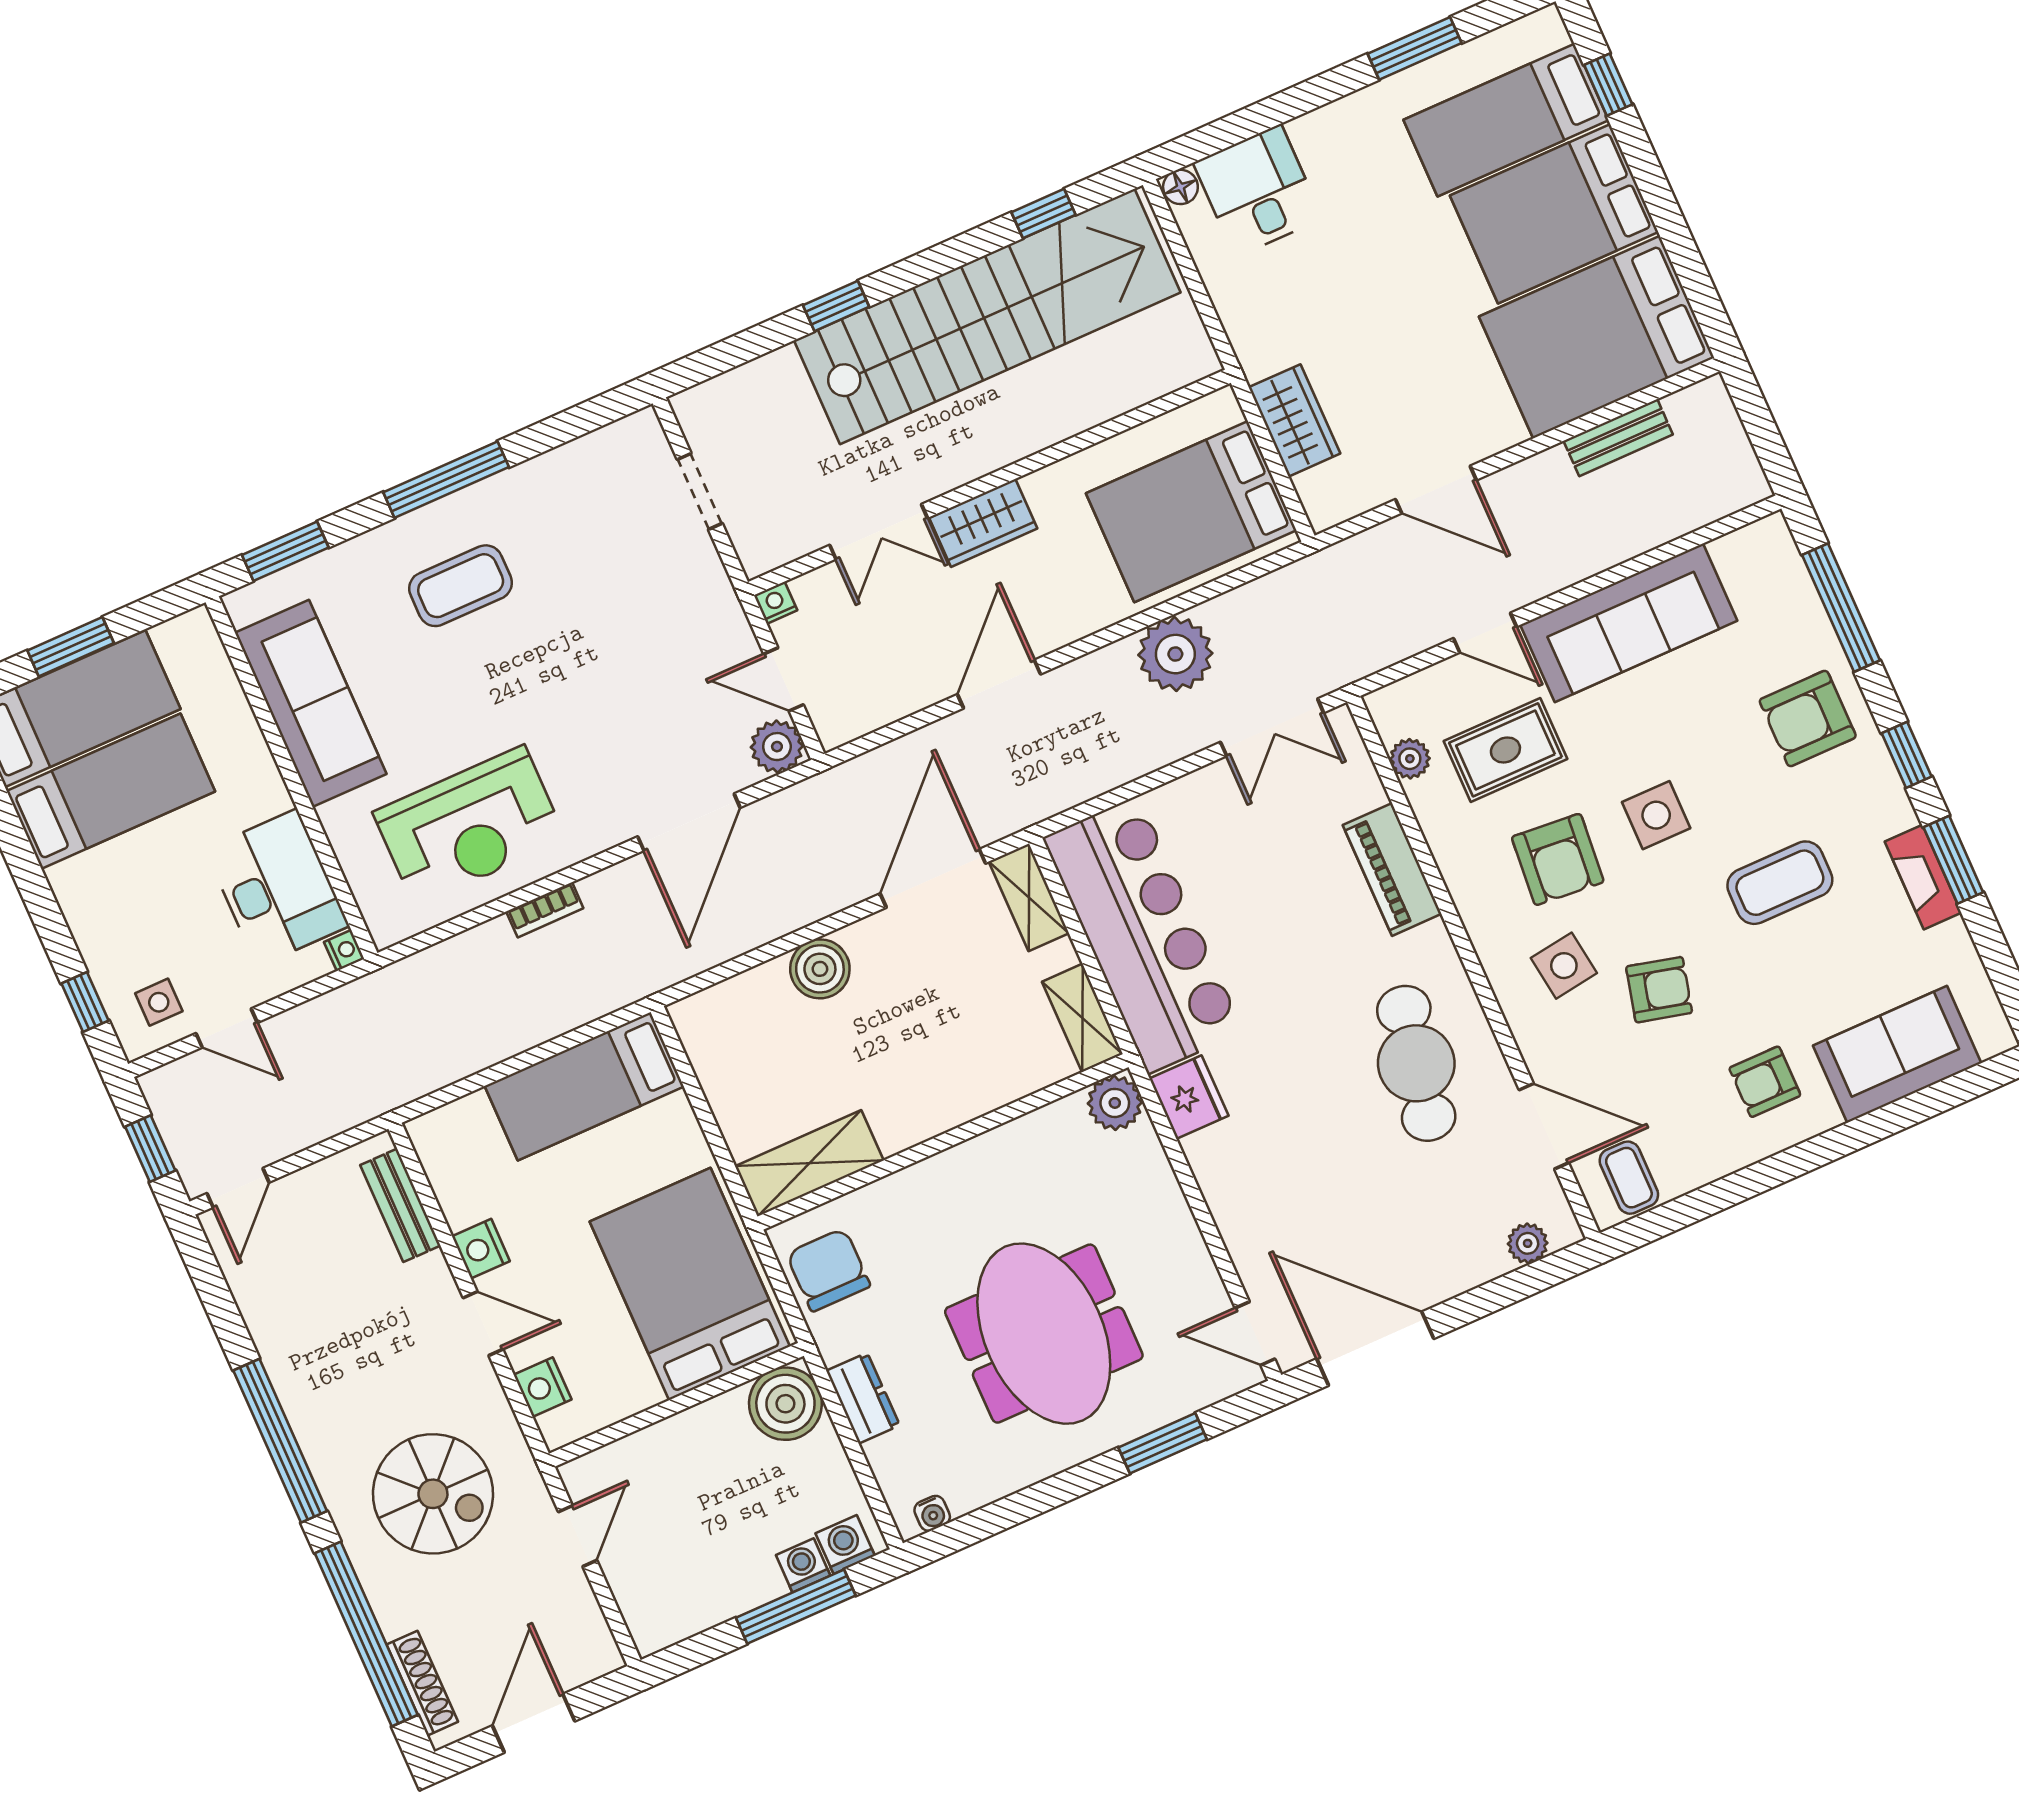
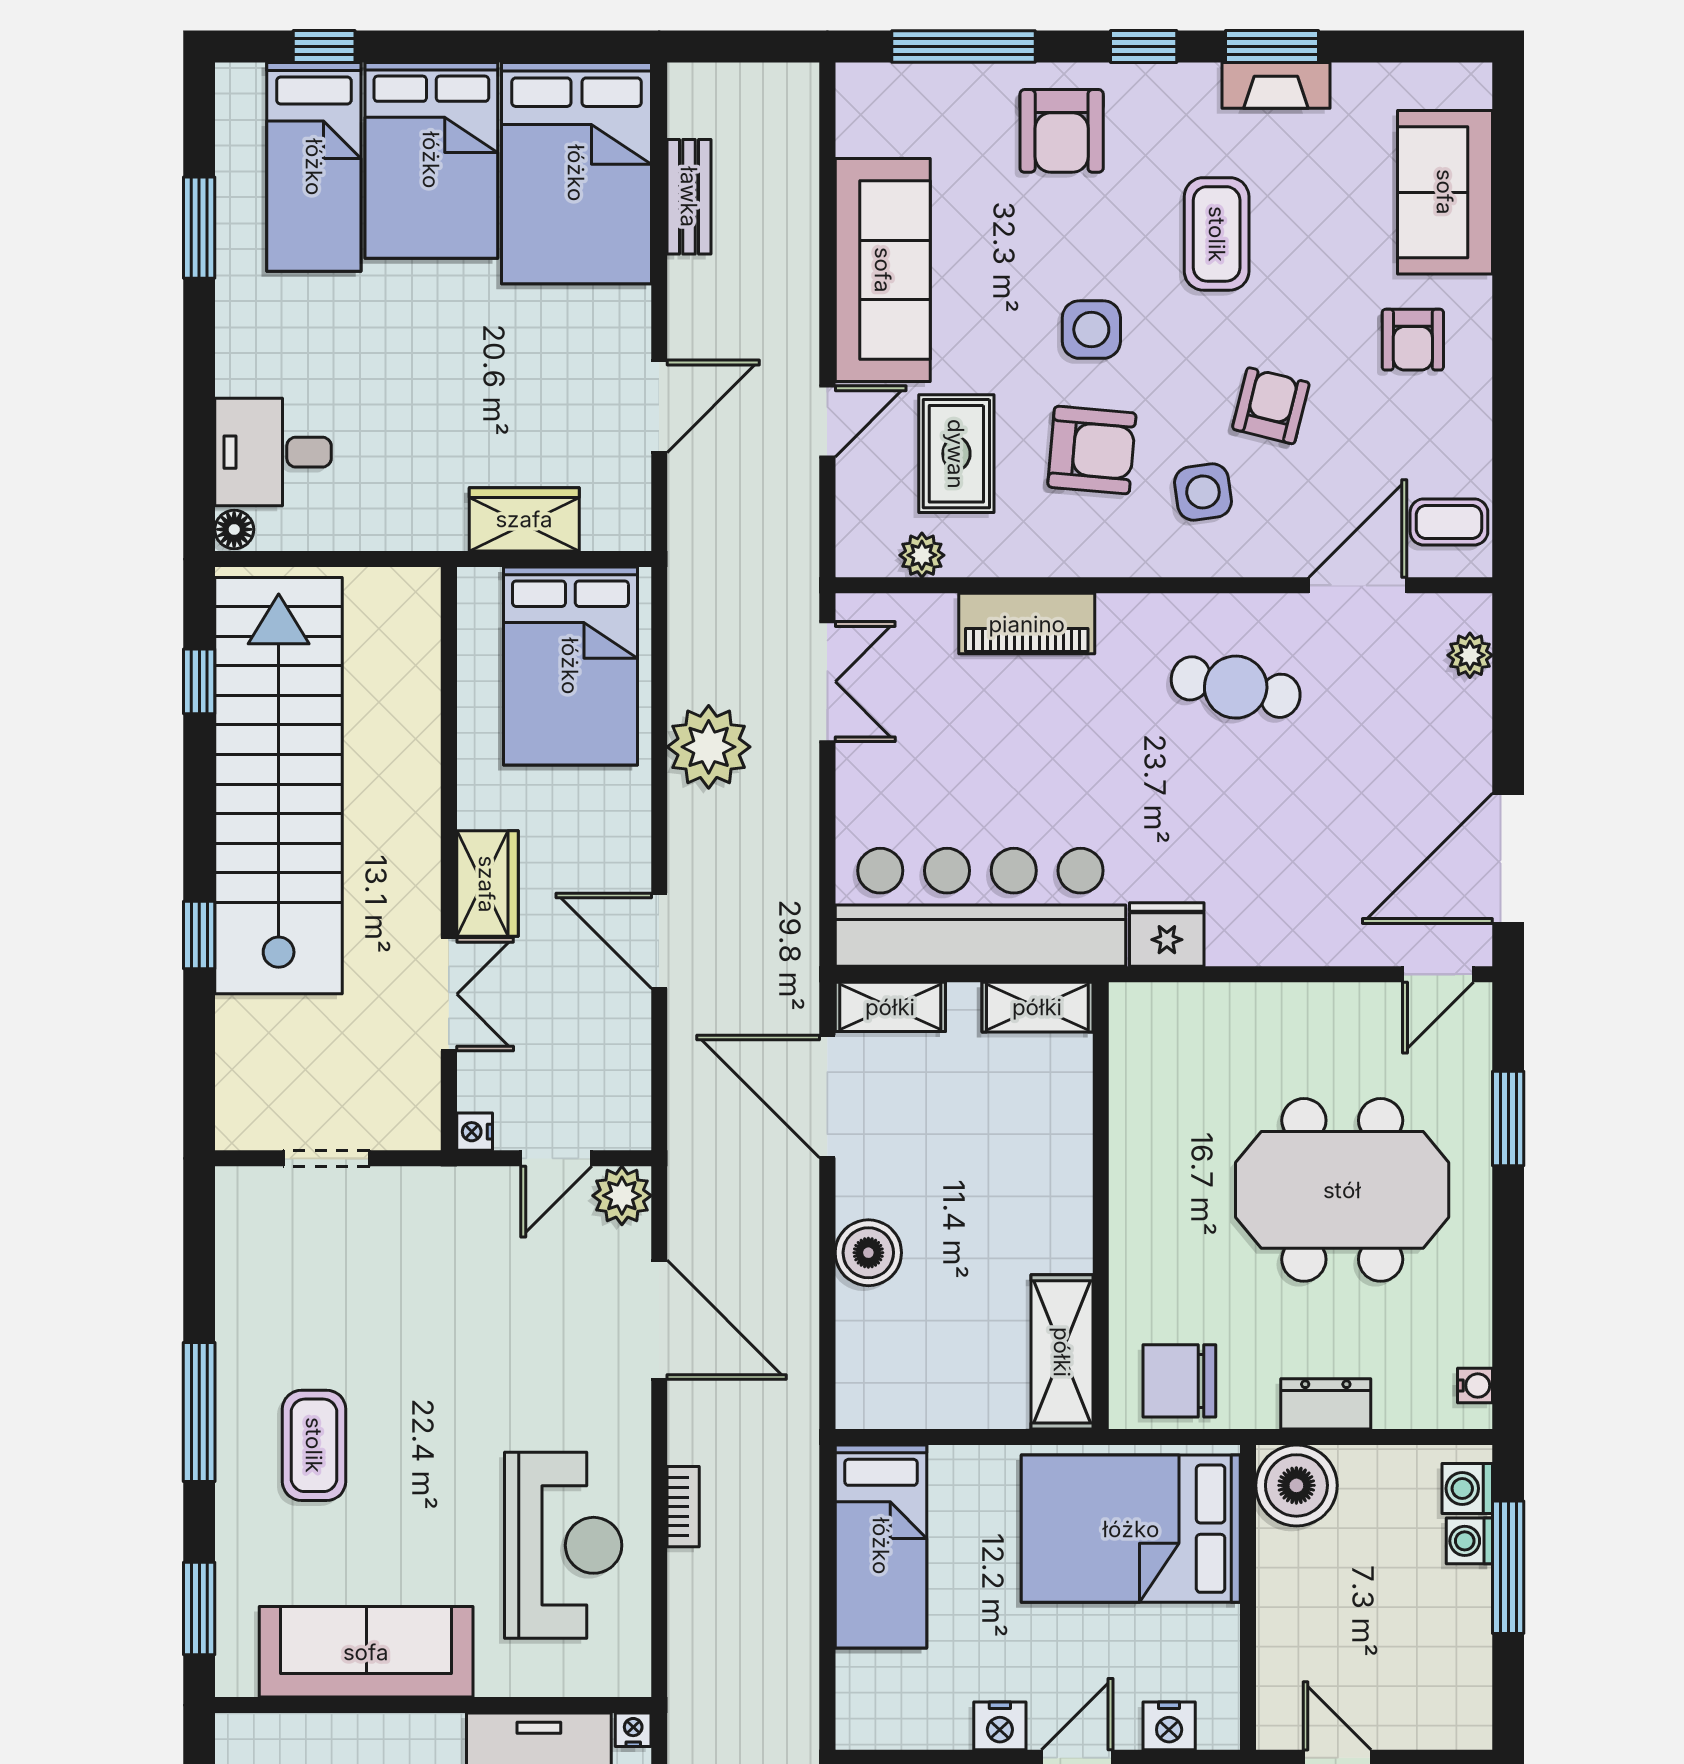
cafe table: (1416, 1063) -> (1236, 687), width x0.73, depth x0.74
plant: (1115, 1103) -> (1139, 1013), removed

